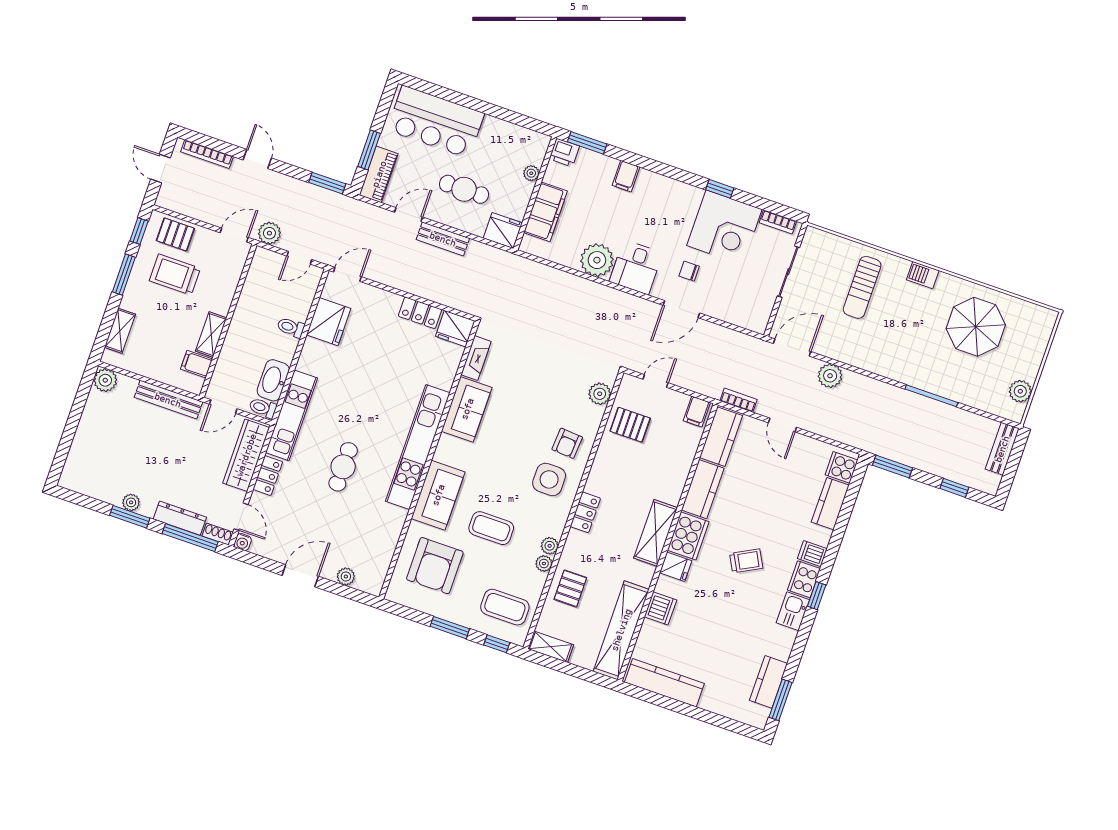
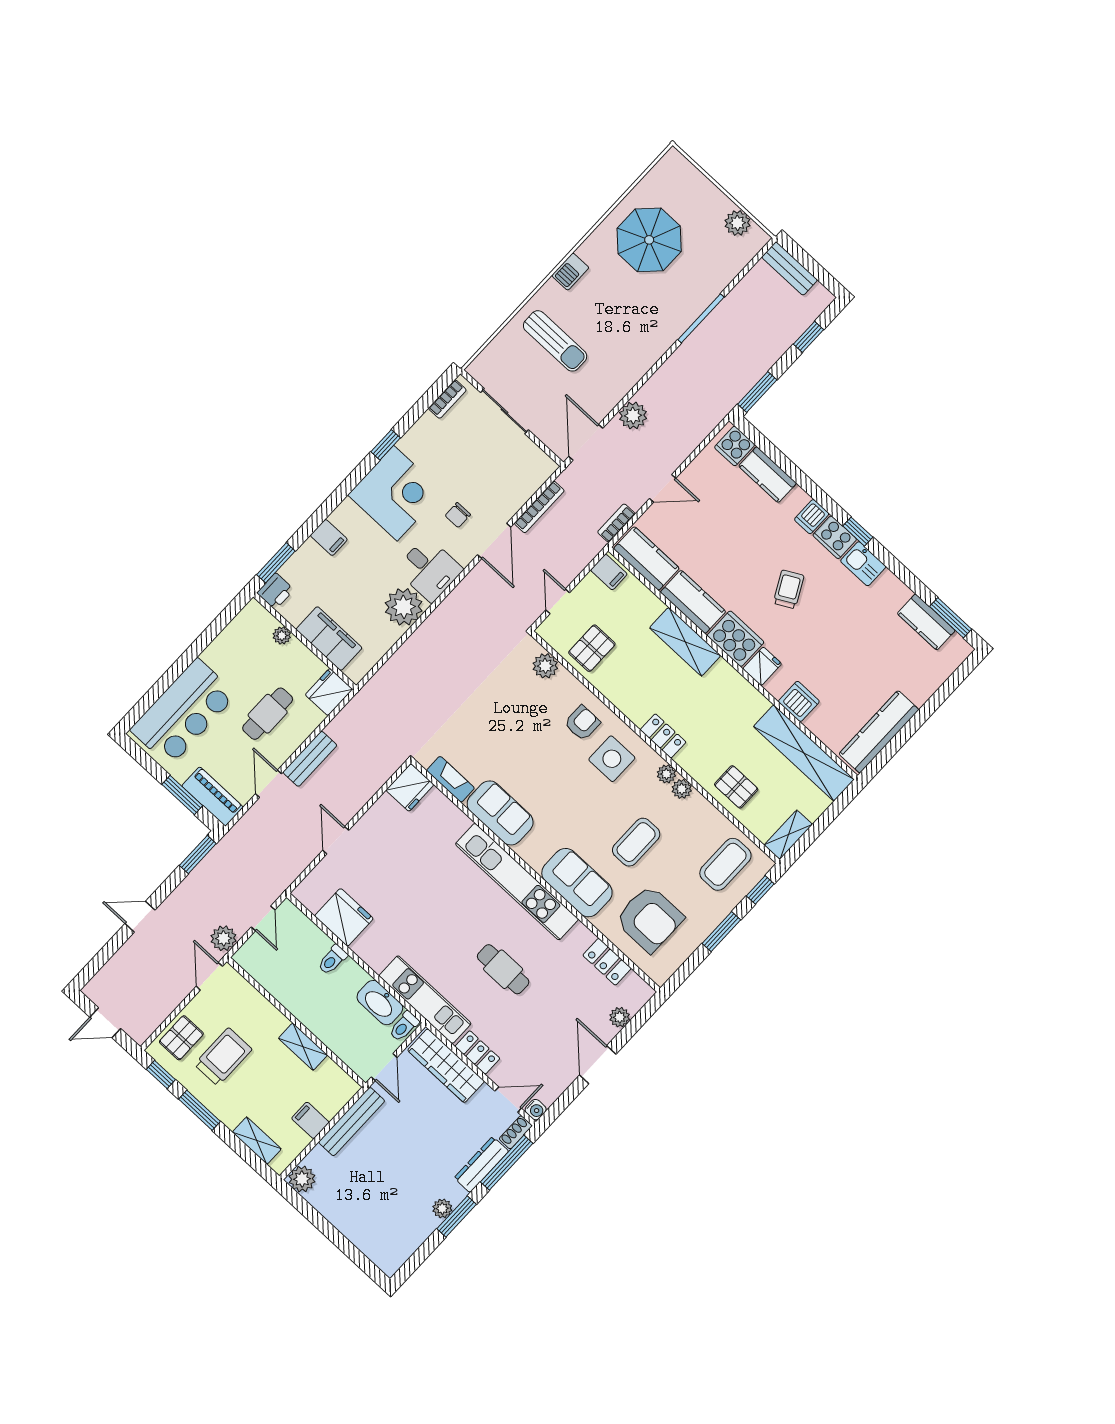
bookcase: (207, 154) -> (539, 507), moved
corner desk: (724, 227) -> (395, 493), moved
door: (347, 274) -> (336, 840), moved
trolley: (175, 275) -> (223, 1057), turned 180
locker: (420, 313) -> (607, 962), moved, turned 90
filing cabinet: (196, 364) -> (310, 1120), moved, turned 90
armchair: (567, 443) -> (582, 723), turned -94
shelving: (656, 533) -> (685, 642), moved
plant: (544, 564) -> (666, 774), moved

